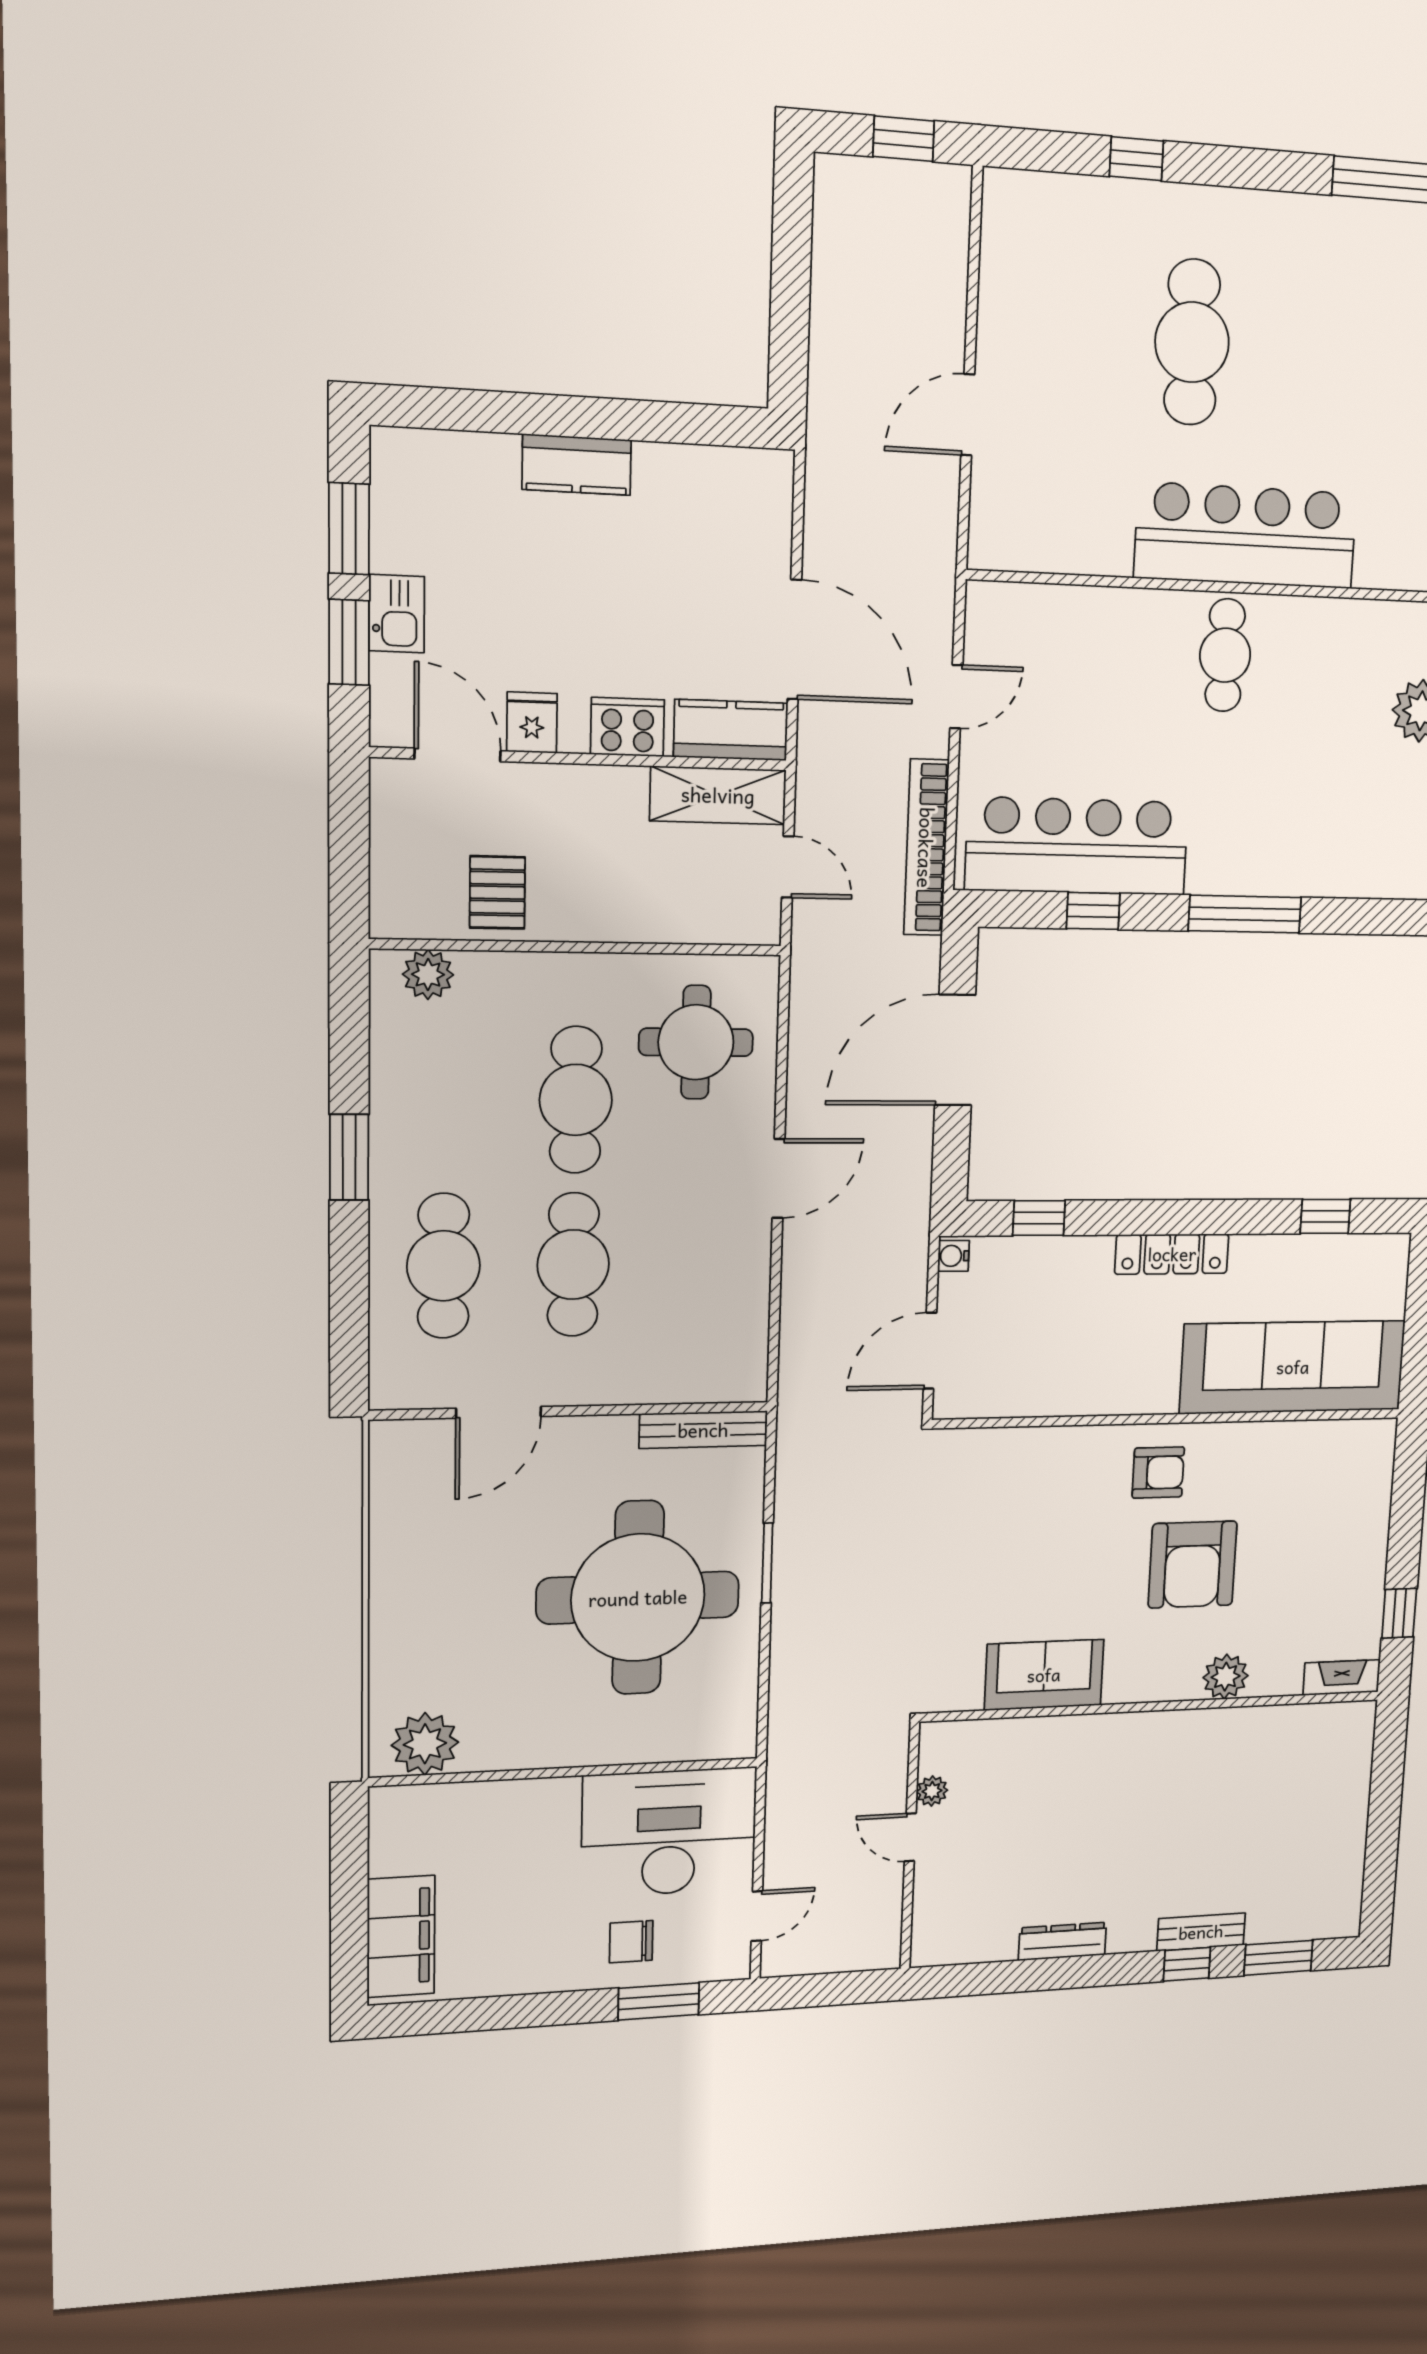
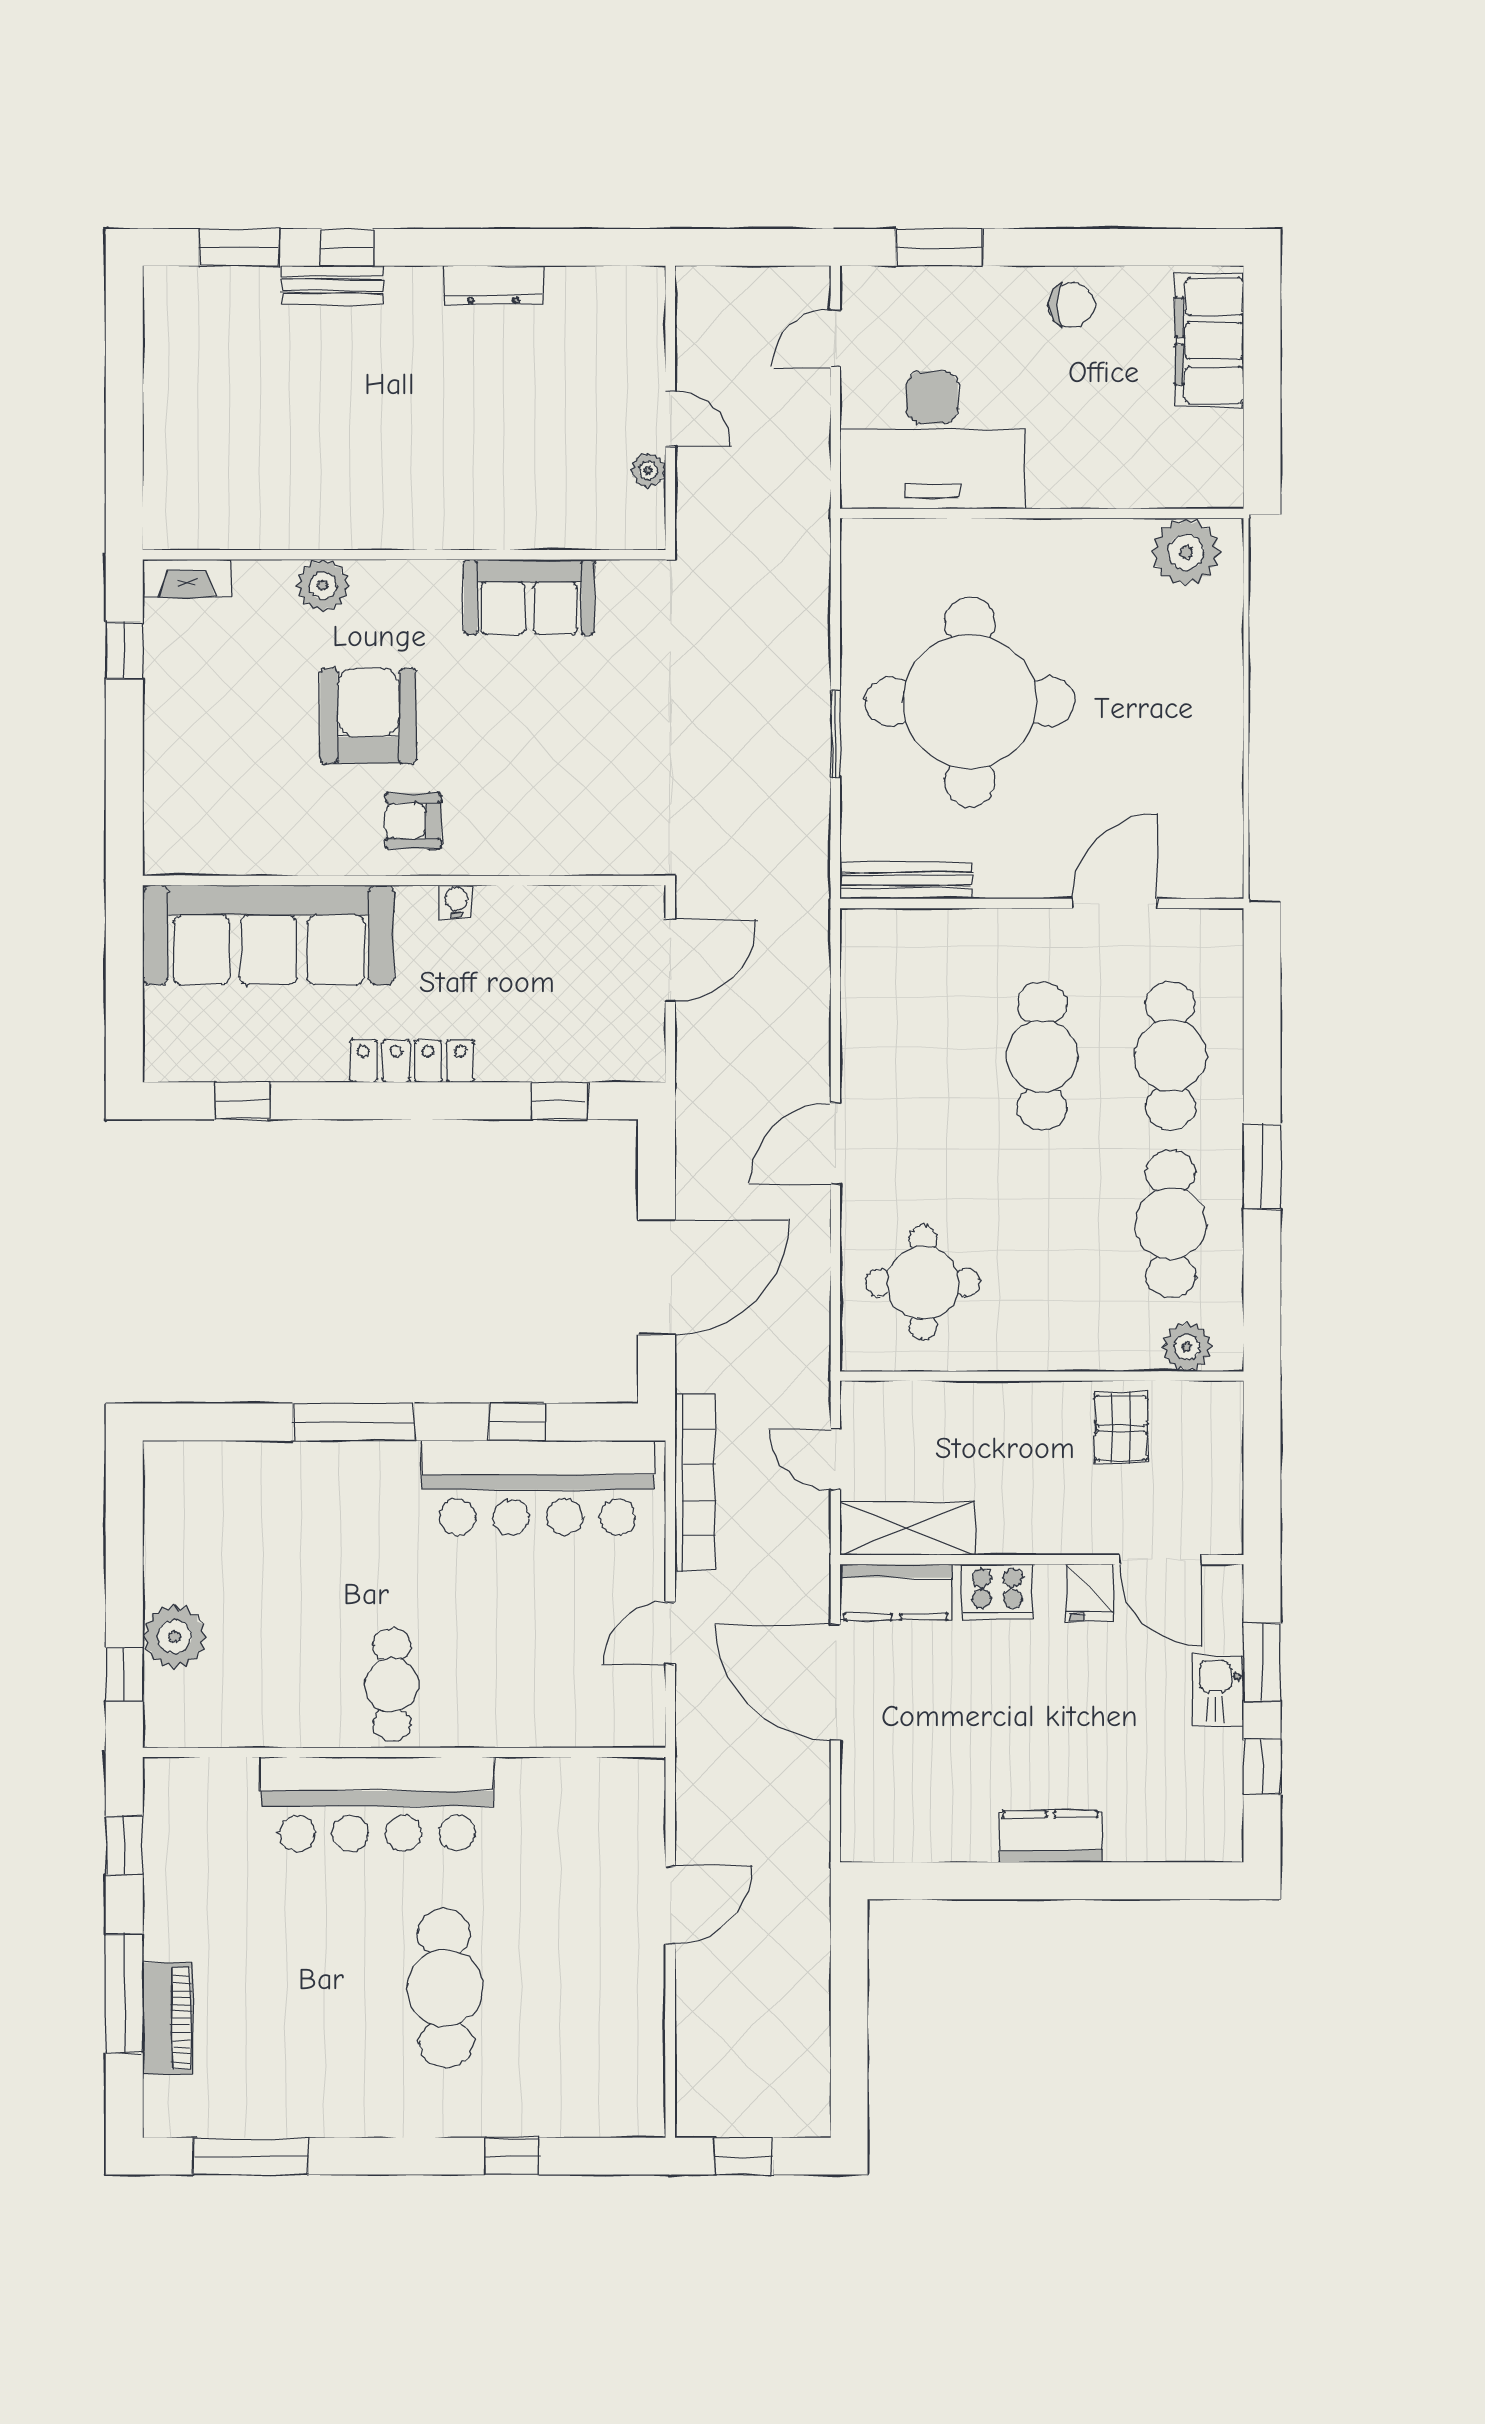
window: (349, 529) -> (1262, 1767), width x0.67
cafe table: (576, 1100) -> (1170, 1224), moved
water cooler: (953, 1256) -> (456, 902), moved, turned -90
chair: (631, 1942) -> (1072, 305), moved

